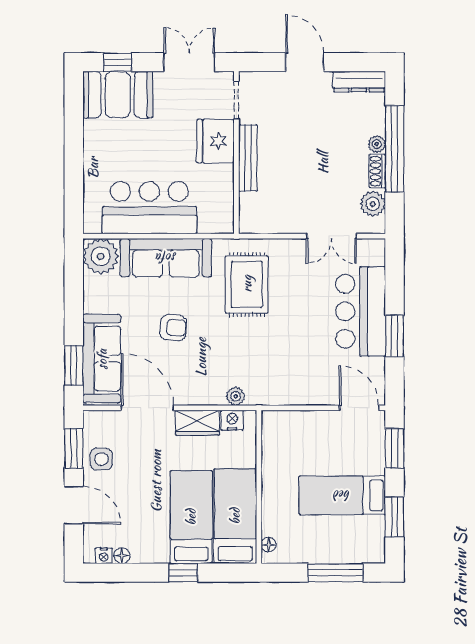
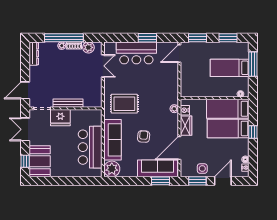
door: (305, 62) -> (25, 90), moved
bed: (342, 495) -> (230, 68), moved, turned 90

